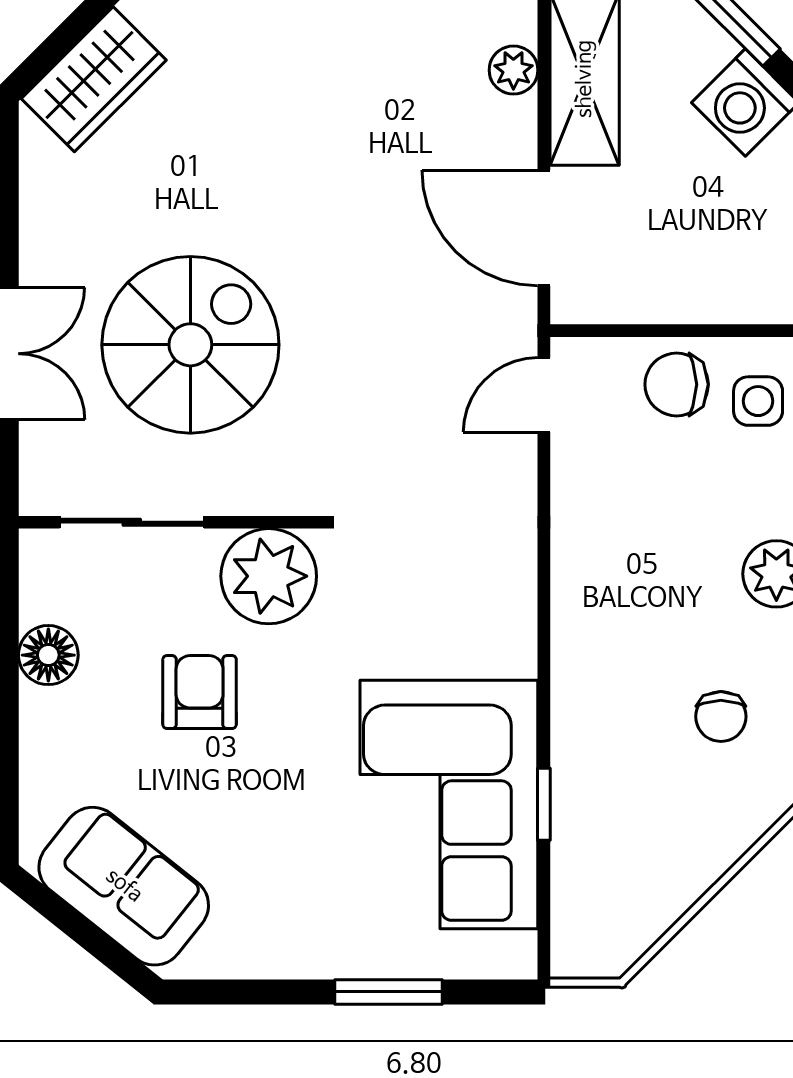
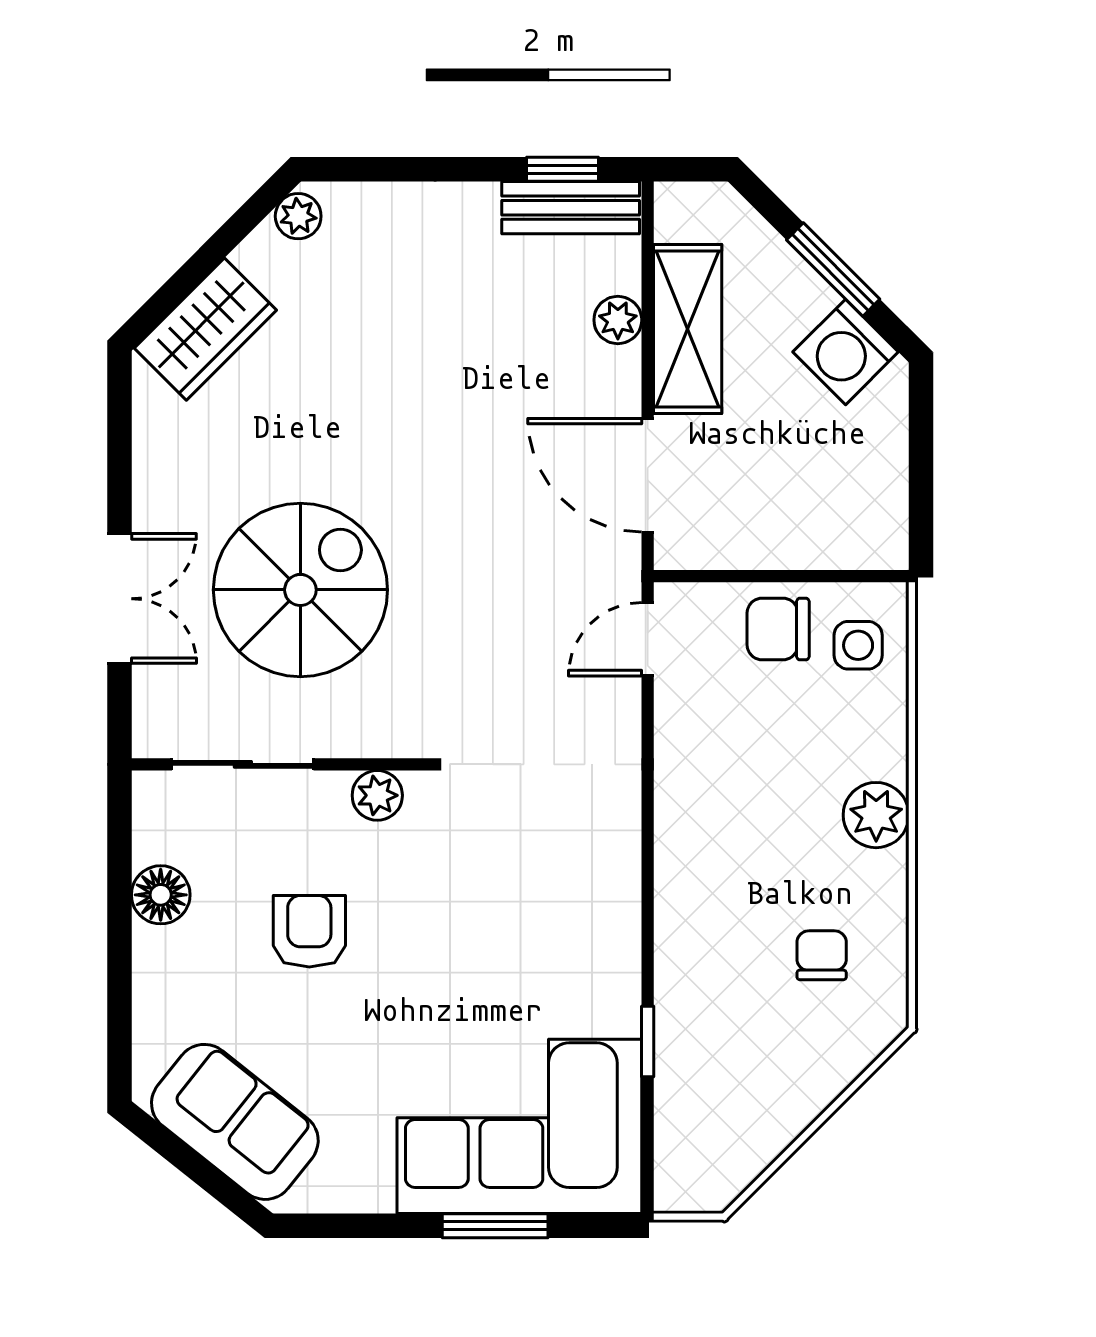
plant: (269, 576) -> (377, 795), width x0.53, depth x0.53
chair: (721, 717) -> (822, 955), turned 180
corner sofa: (449, 805) -> (519, 1126), moved, turned 90

